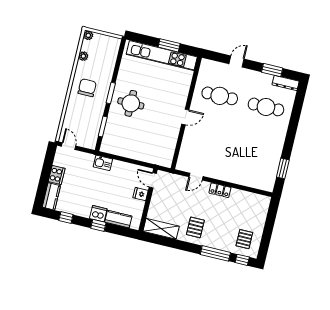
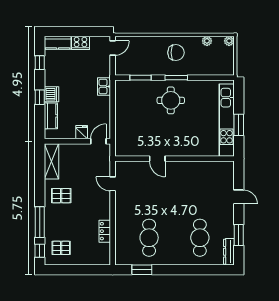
cafe table: (220, 96) -> (149, 238), moved
door: (185, 117) -> (157, 159), moved
locker: (220, 190) -> (105, 231), moved

